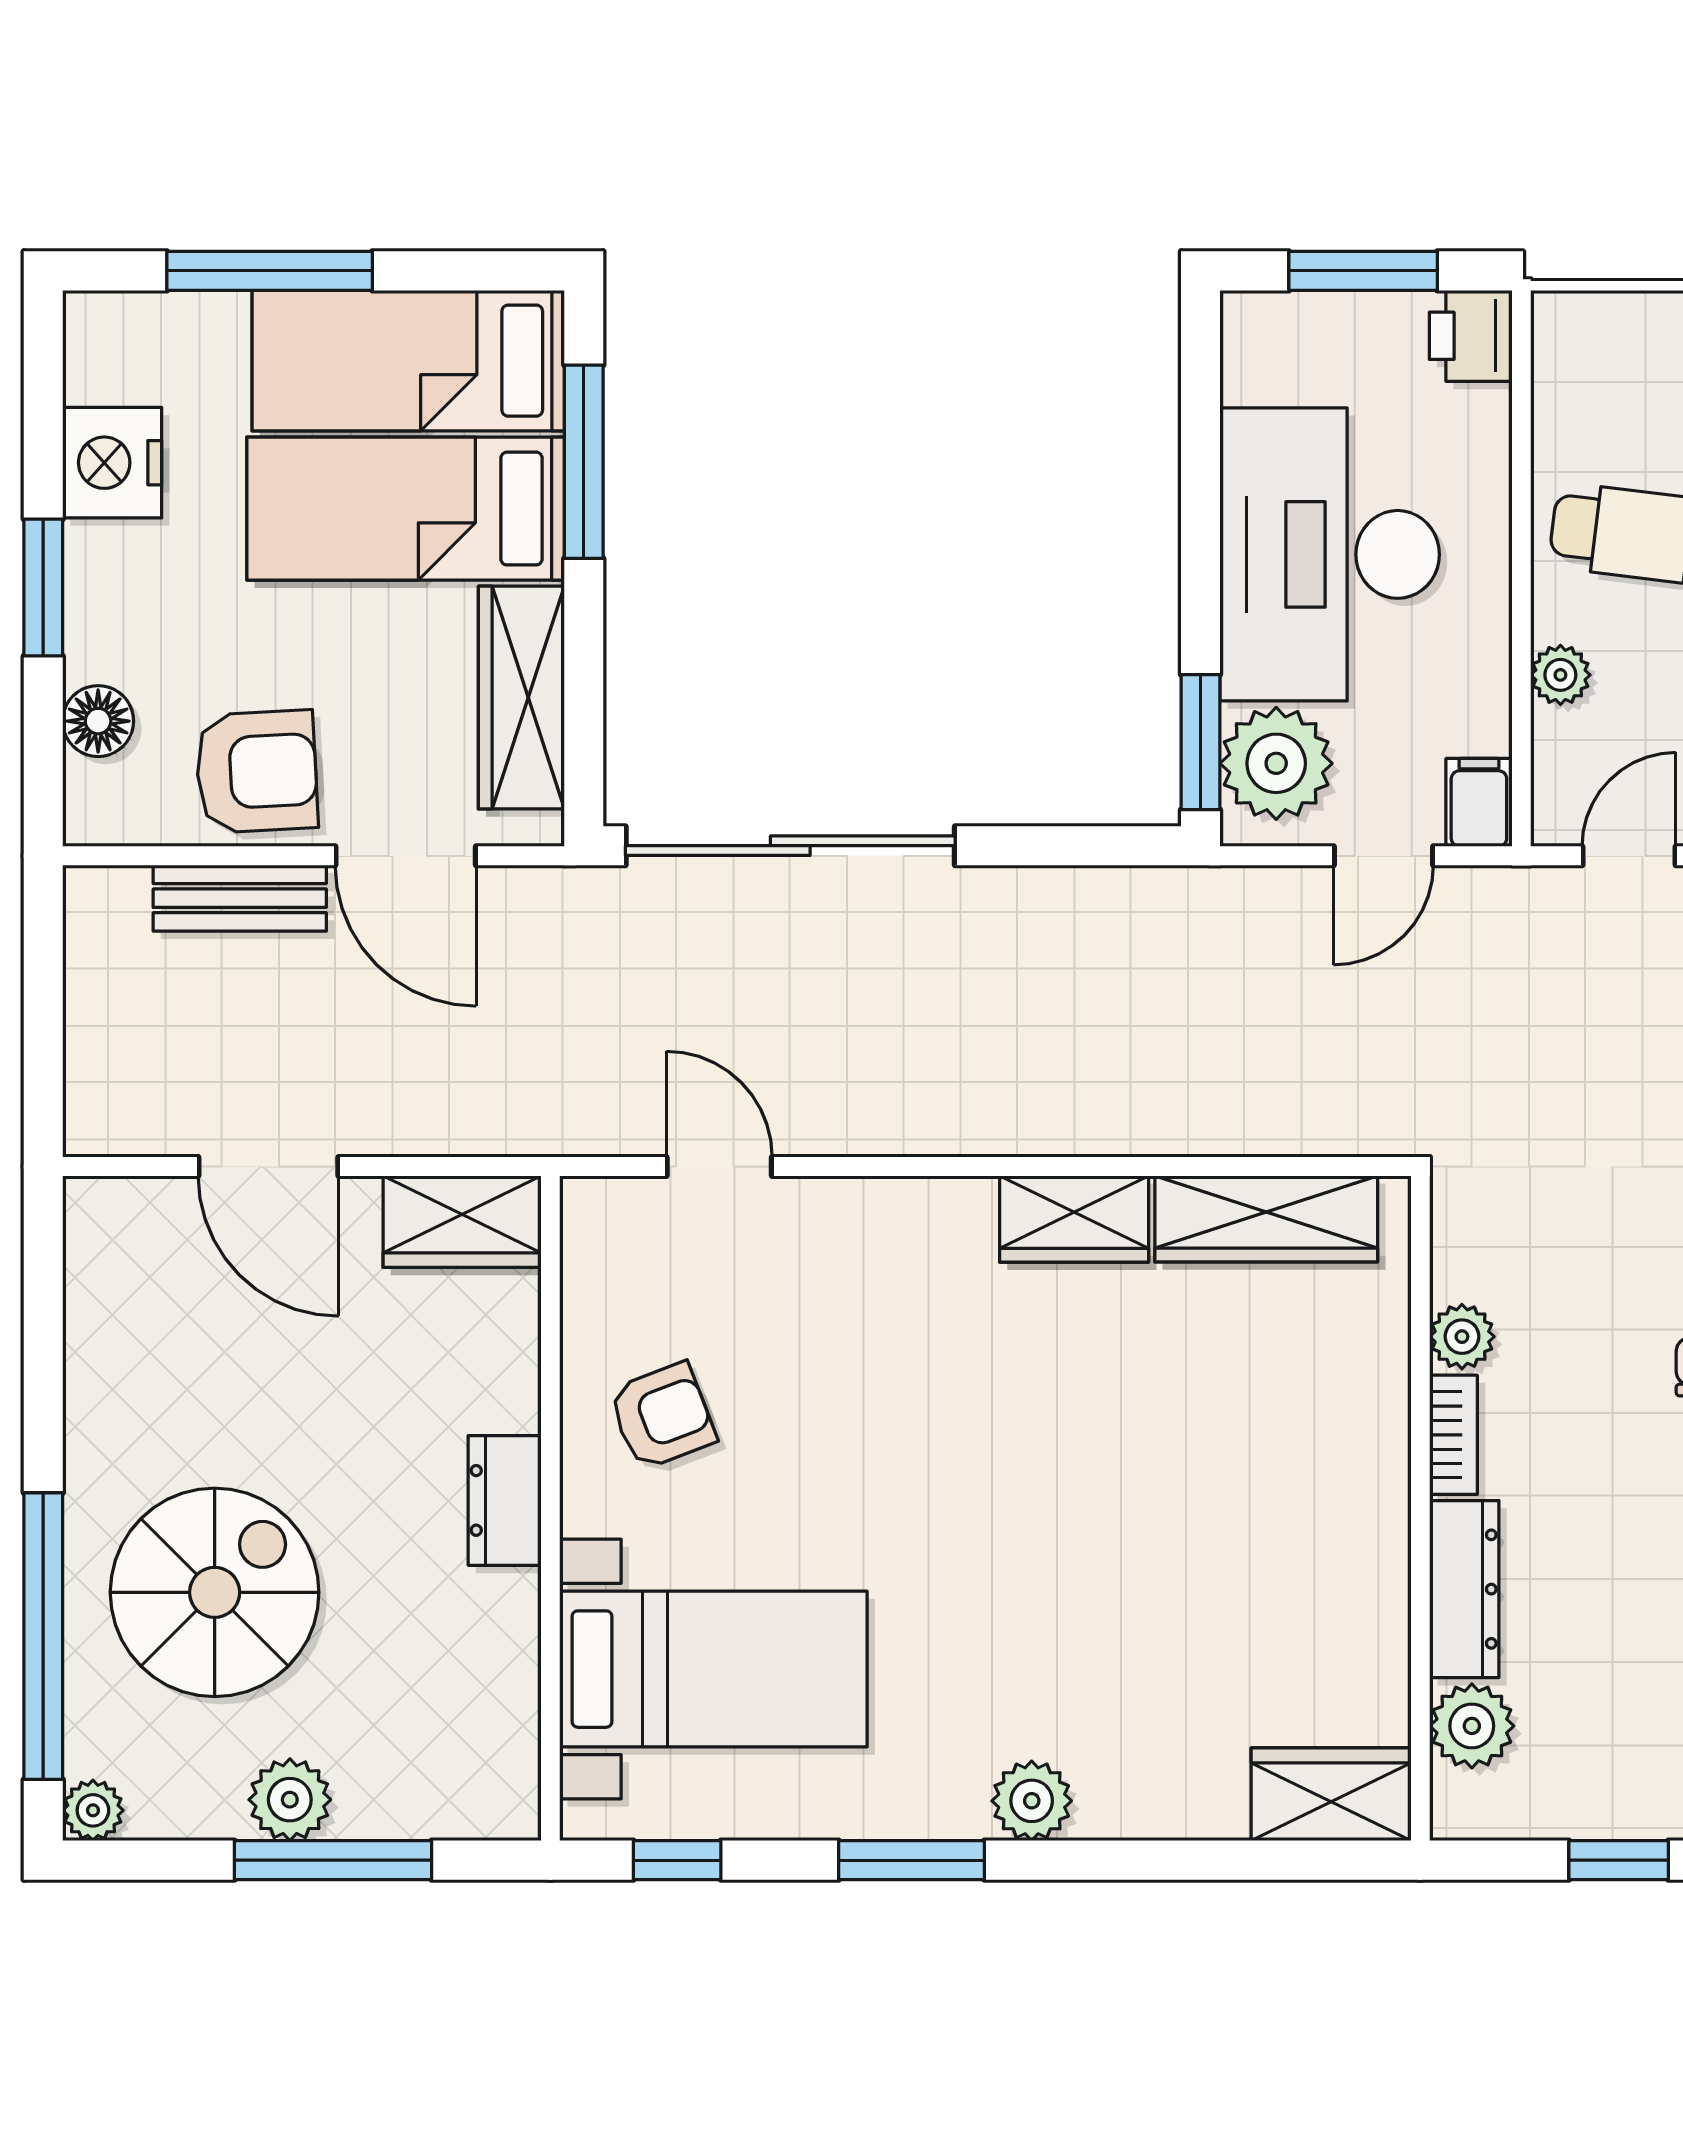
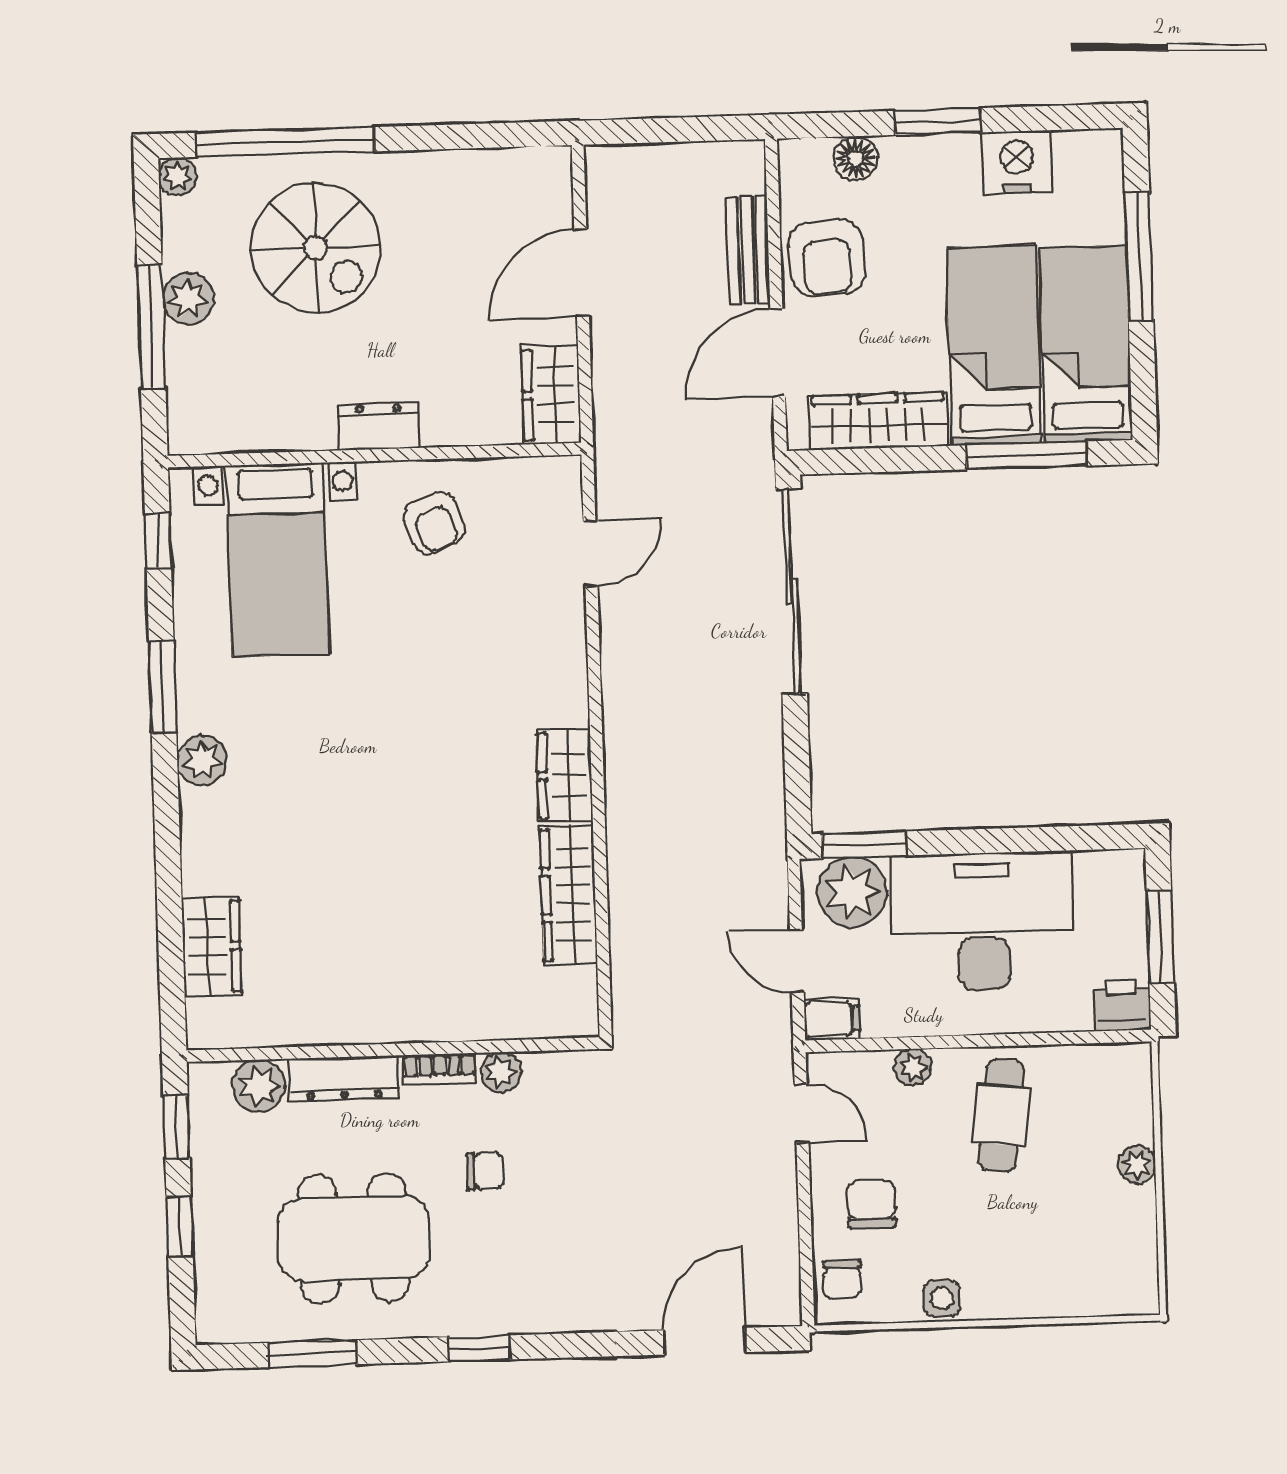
plant: (1462, 1337) -> (501, 1072), moved
bookcase: (1454, 1435) -> (440, 1069), moved
wall: (1420, 1508) -> (393, 1050), moved
dresser: (1464, 1589) -> (344, 1079), moved
plant: (1472, 1726) -> (259, 1086), moved

